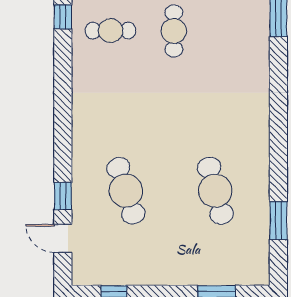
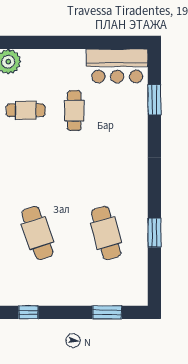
window: (278, 221) -> (154, 233), moved

